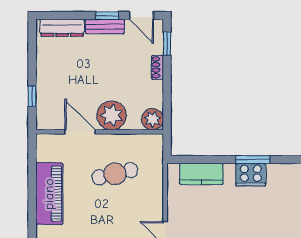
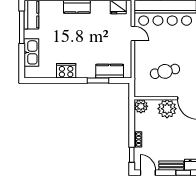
window: (107, 15) -> (183, 173), moved
window: (253, 160) -> (98, 80), moved
cooker: (251, 175) -> (66, 71), moved

